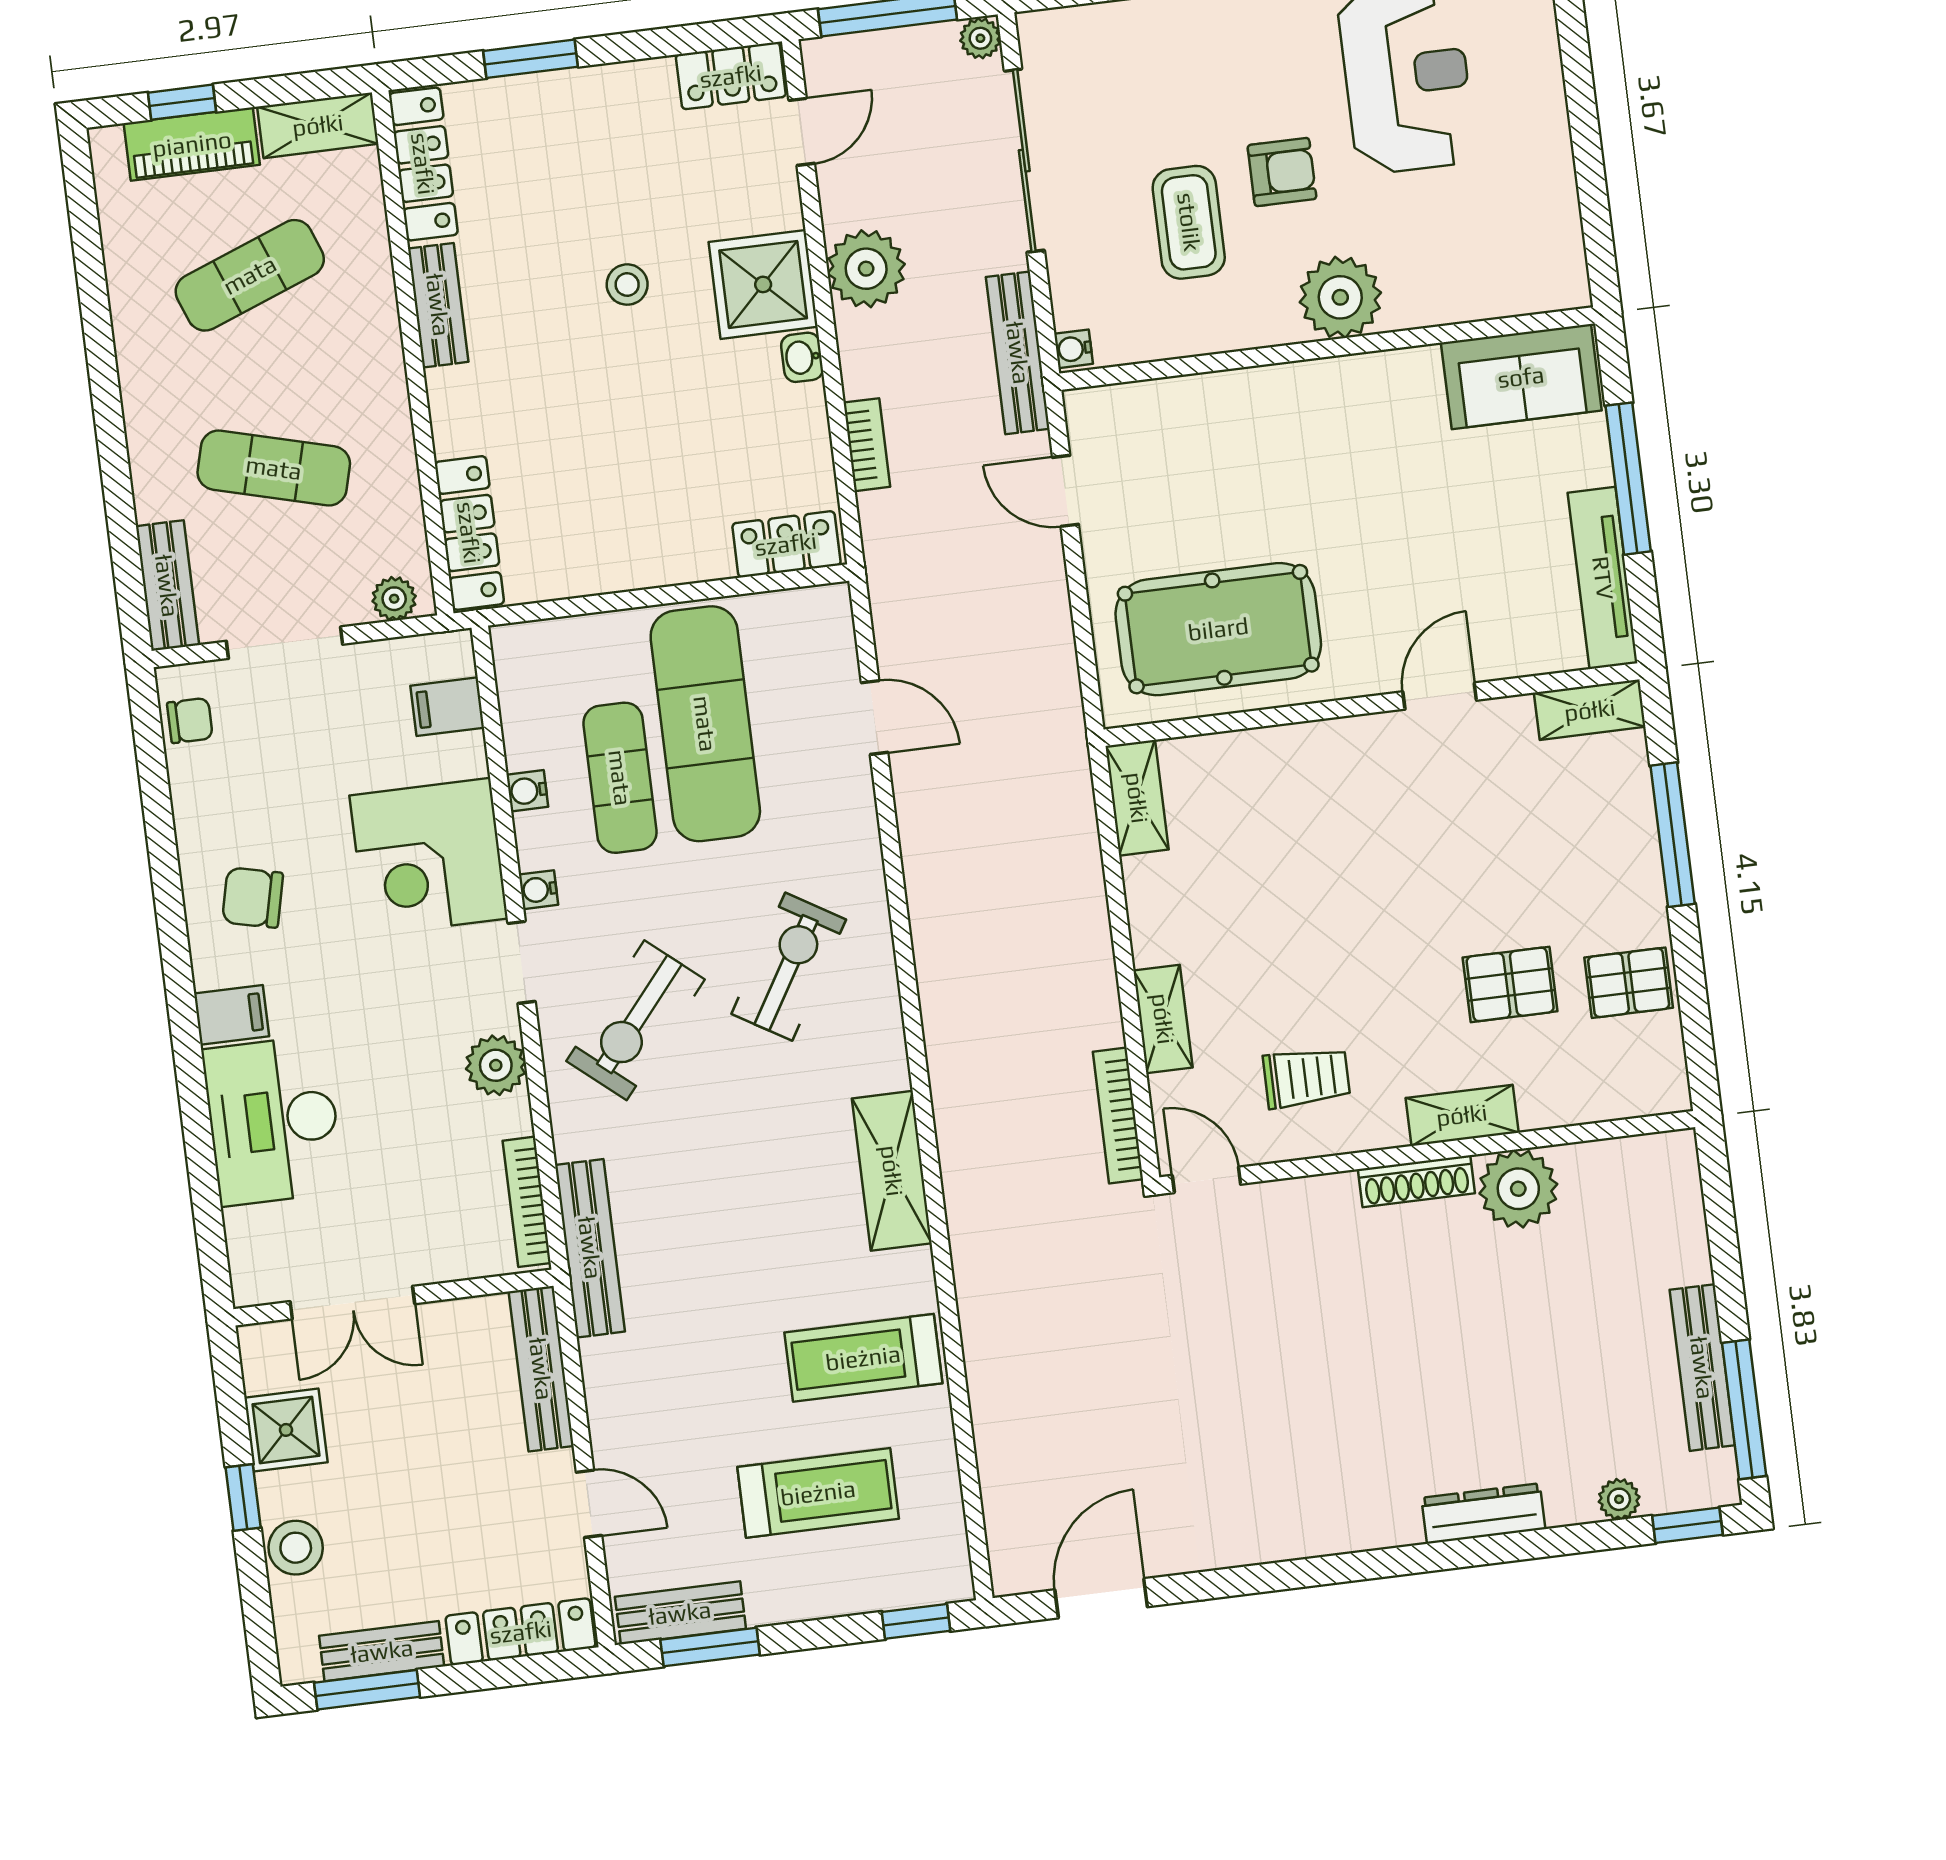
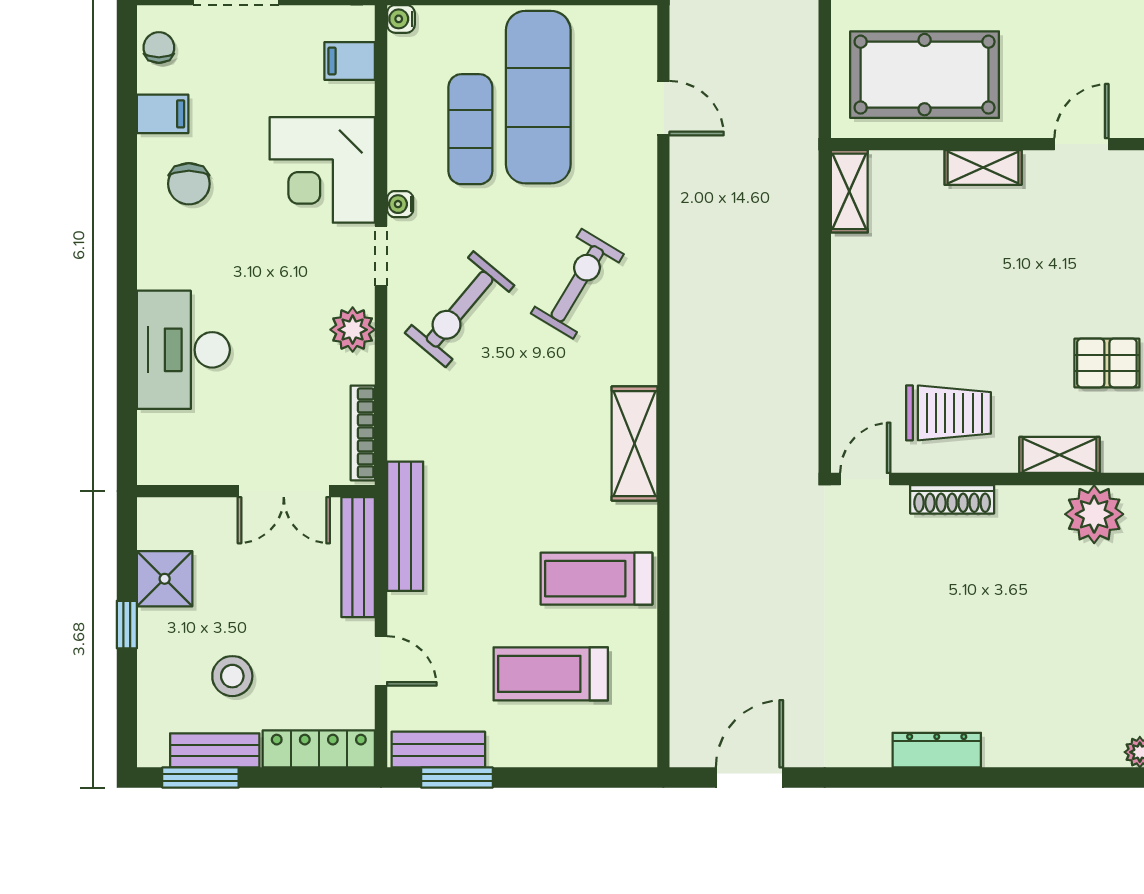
chair: (190, 720) -> (159, 48), turned -90
water cooler: (527, 791) -> (401, 19), moved
chair: (253, 898) -> (189, 184), turned -103
filing cabinet: (232, 1015) -> (163, 114), moved
shelving: (1163, 1019) -> (983, 168), moved, turned 90
trolley: (1307, 1078) -> (948, 413), width x1.36, depth x1.39
bookcase: (1118, 1115) -> (806, 423), removed
door: (1206, 1180) -> (865, 479), hinge flipped
shoe rack: (1416, 1181) -> (952, 499), moved
bench: (590, 1248) -> (405, 526), moved
double door: (352, 1303) -> (284, 491), moved
treadmill: (818, 1493) -> (551, 674), turned 180
dresser: (1483, 1514) -> (937, 750), moved
stool: (296, 1548) -> (232, 676), moved
window: (916, 1621) -> (611, 778), removed

